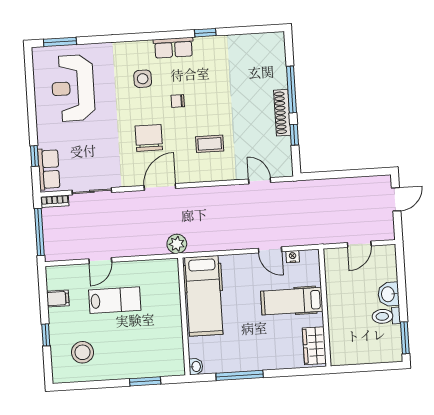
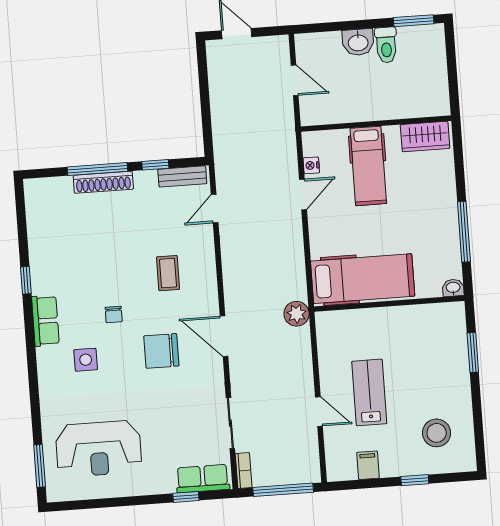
shoe rack: (282, 113) -> (103, 182), moved
bench: (285, 156) -> (182, 176), added

